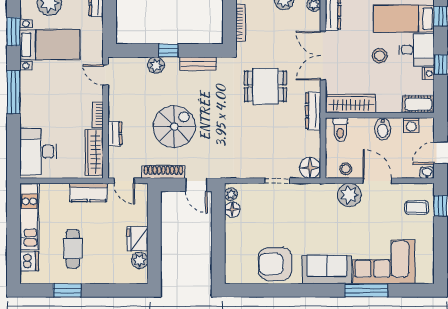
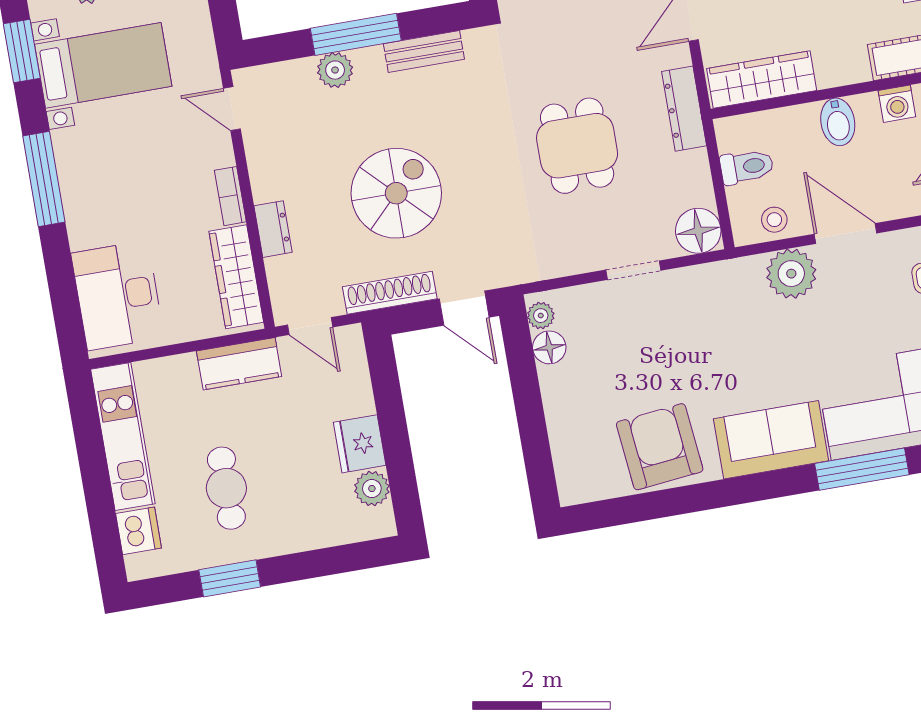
window: (168, 51) -> (356, 34), width x2.17
dining table: (265, 86) -> (577, 146), moved, turned 90
toilet: (340, 130) -> (747, 167), moved, turned -90
armchair: (275, 264) -> (660, 447), turned 84

